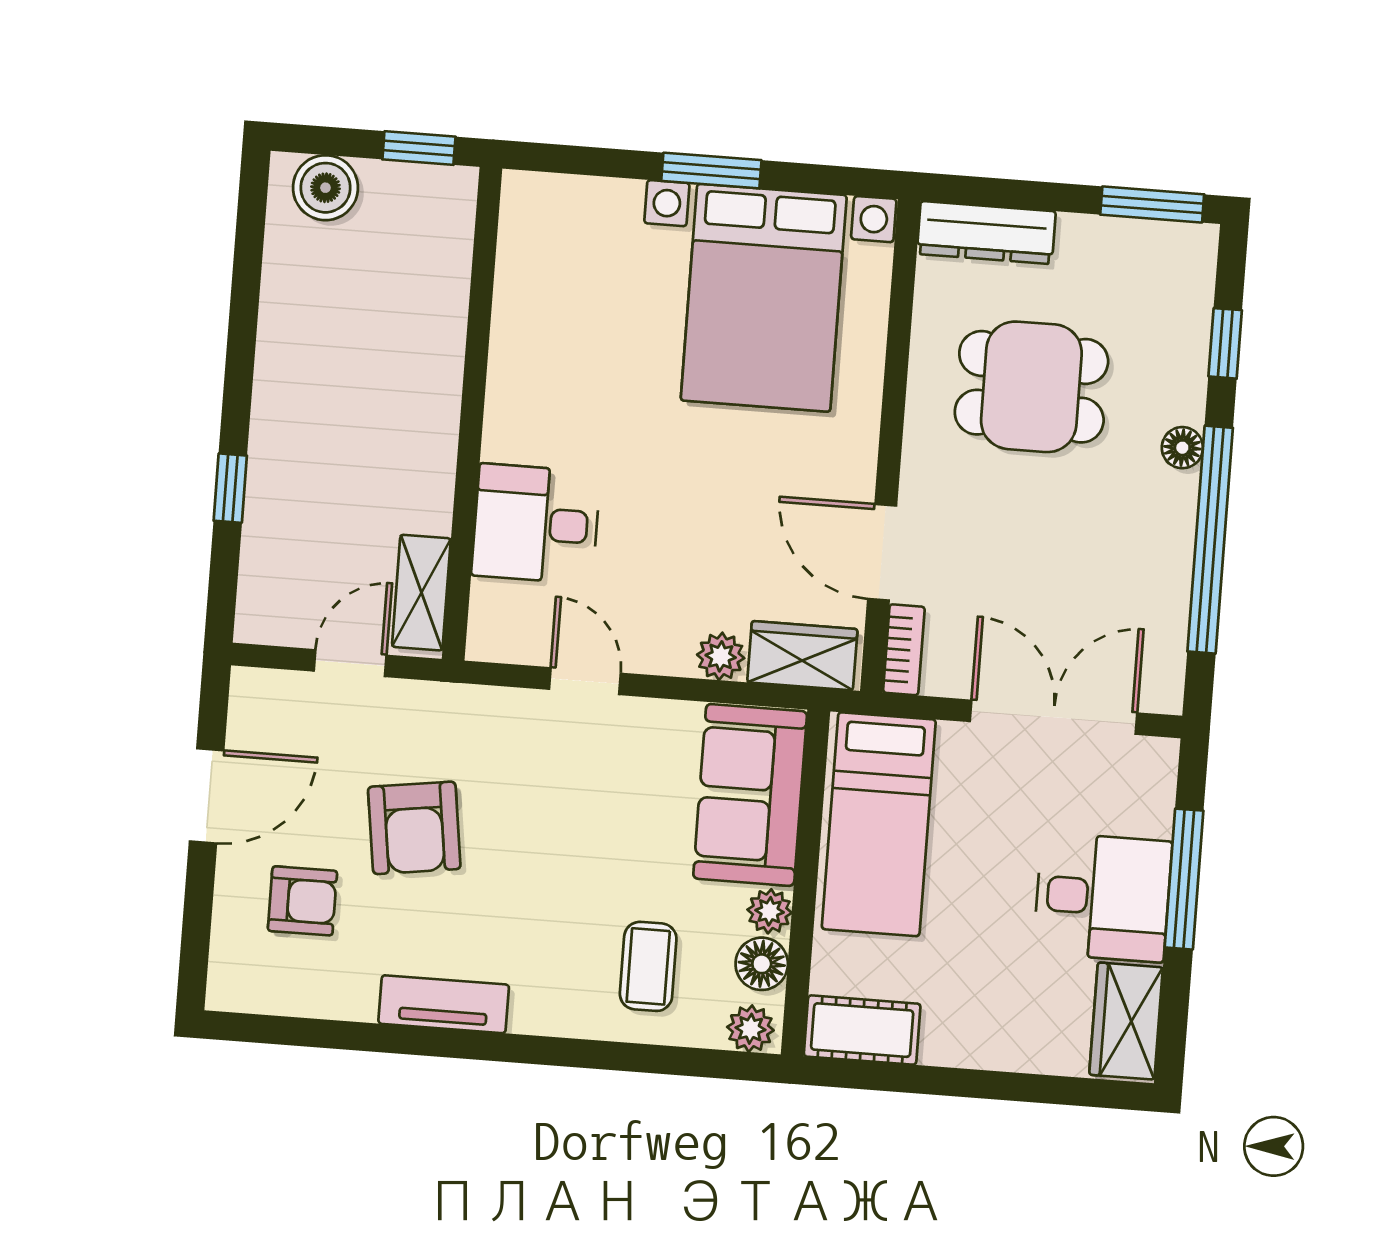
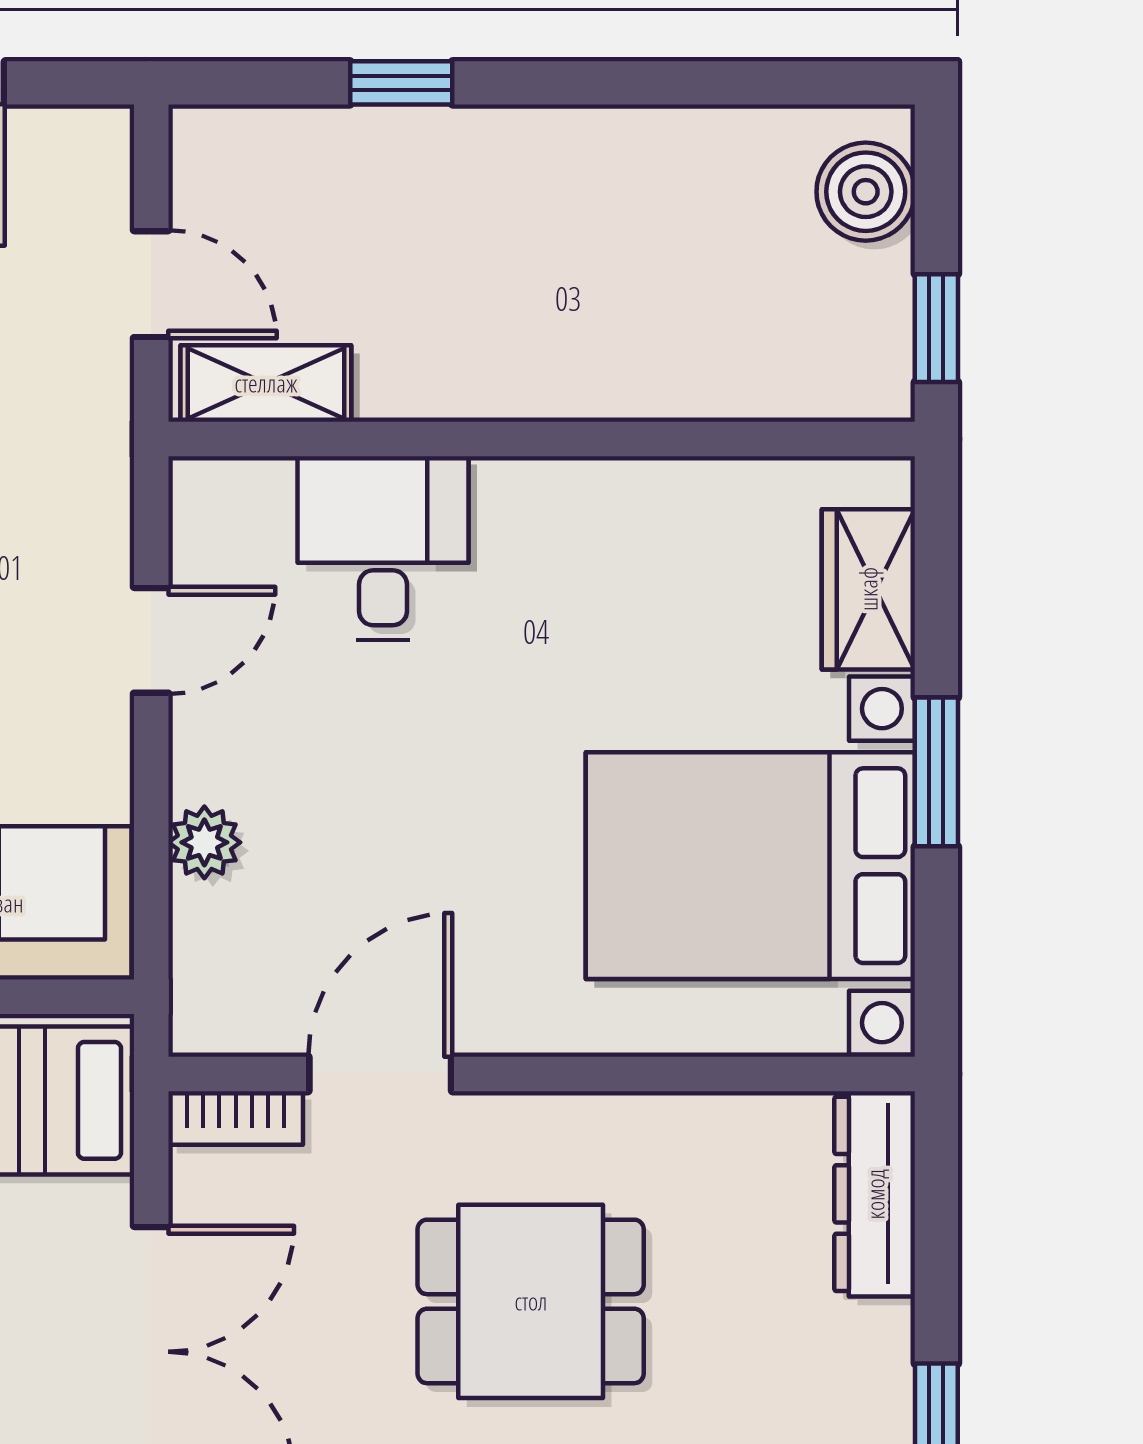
dining table: (1031, 387) -> (531, 1301), moved, turned 90
wardrobe: (802, 656) -> (868, 589), moved, turned 180

